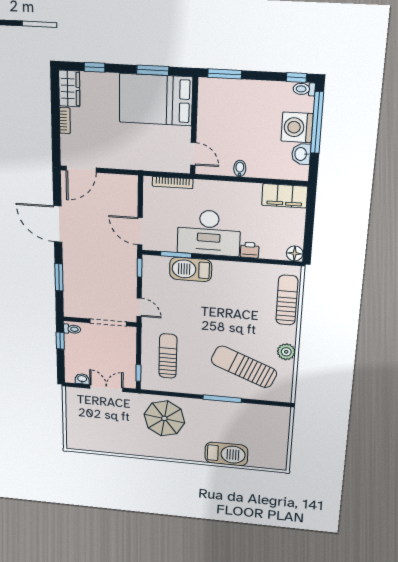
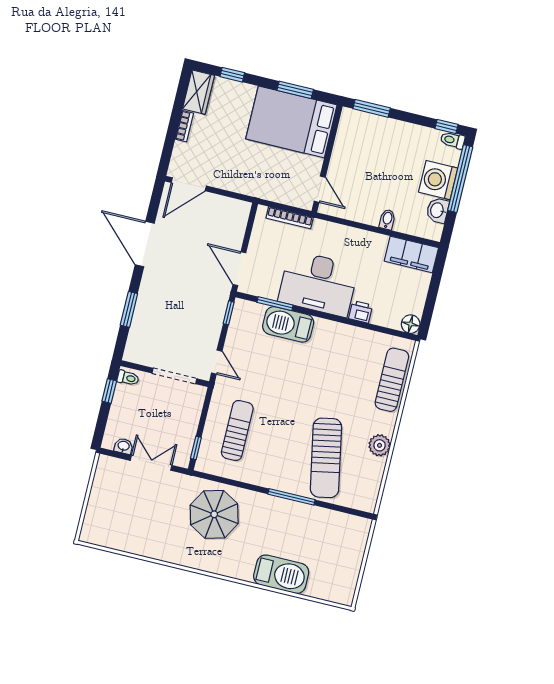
bidet: (240, 168) -> (387, 219), moved
sun lounger: (244, 367) -> (326, 458), turned -123

